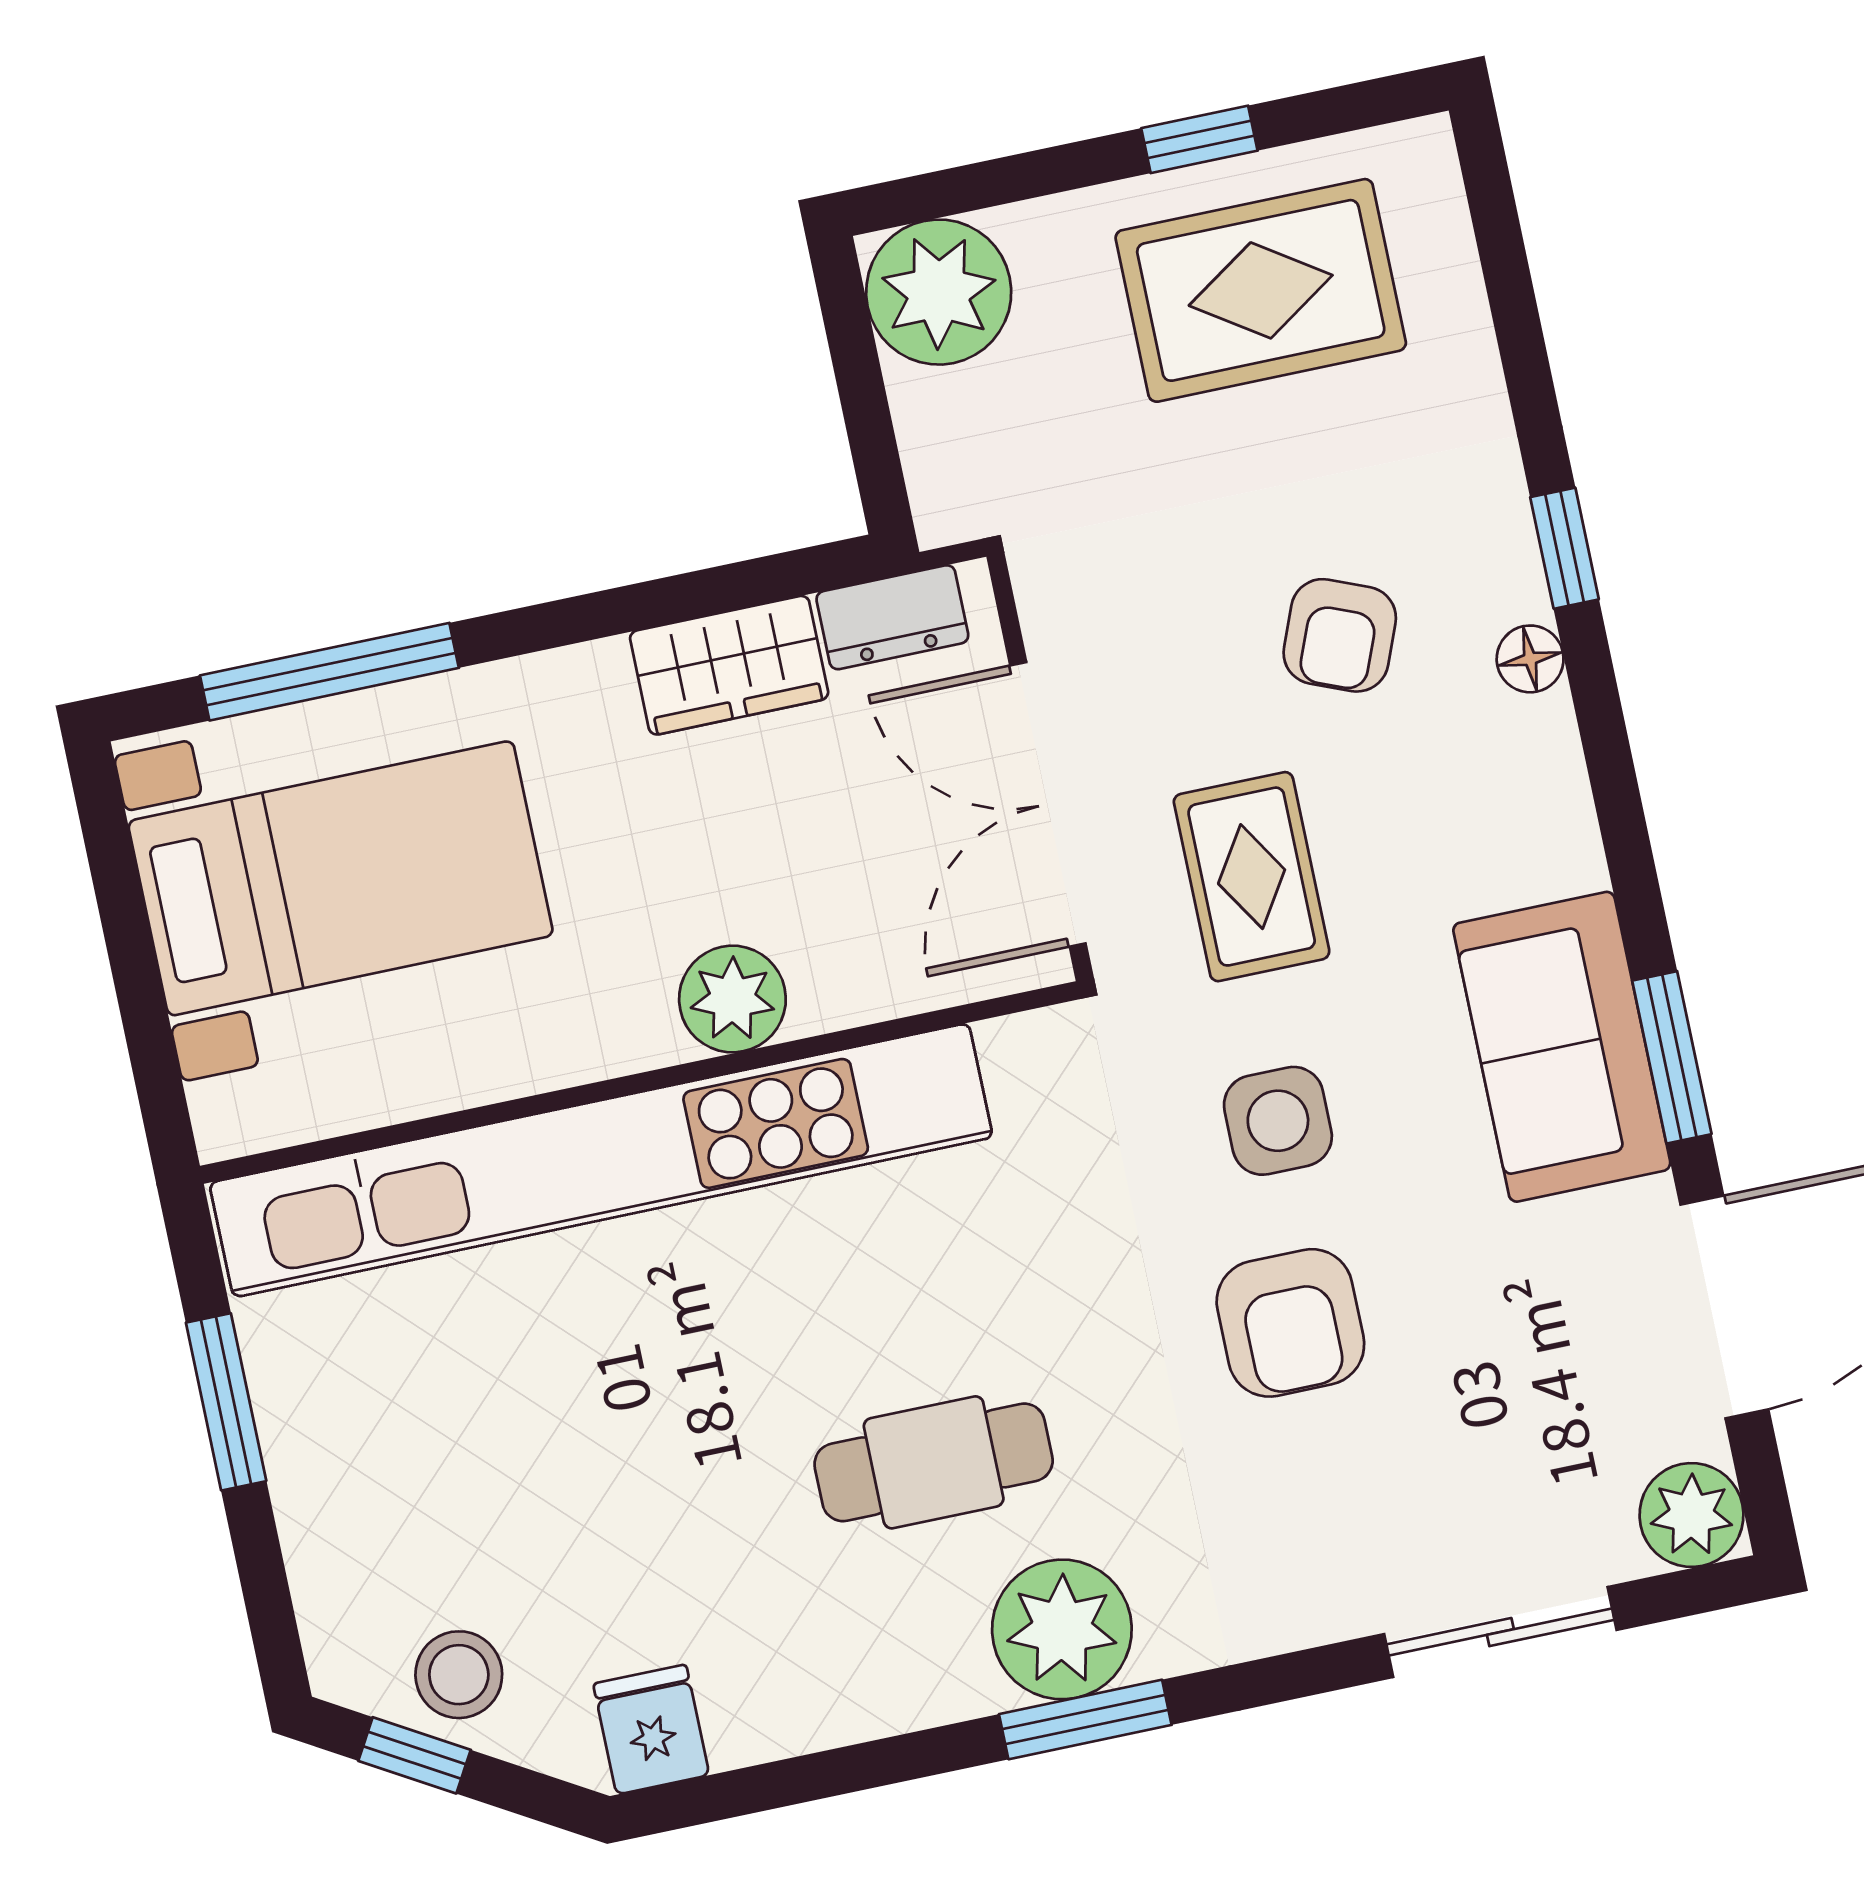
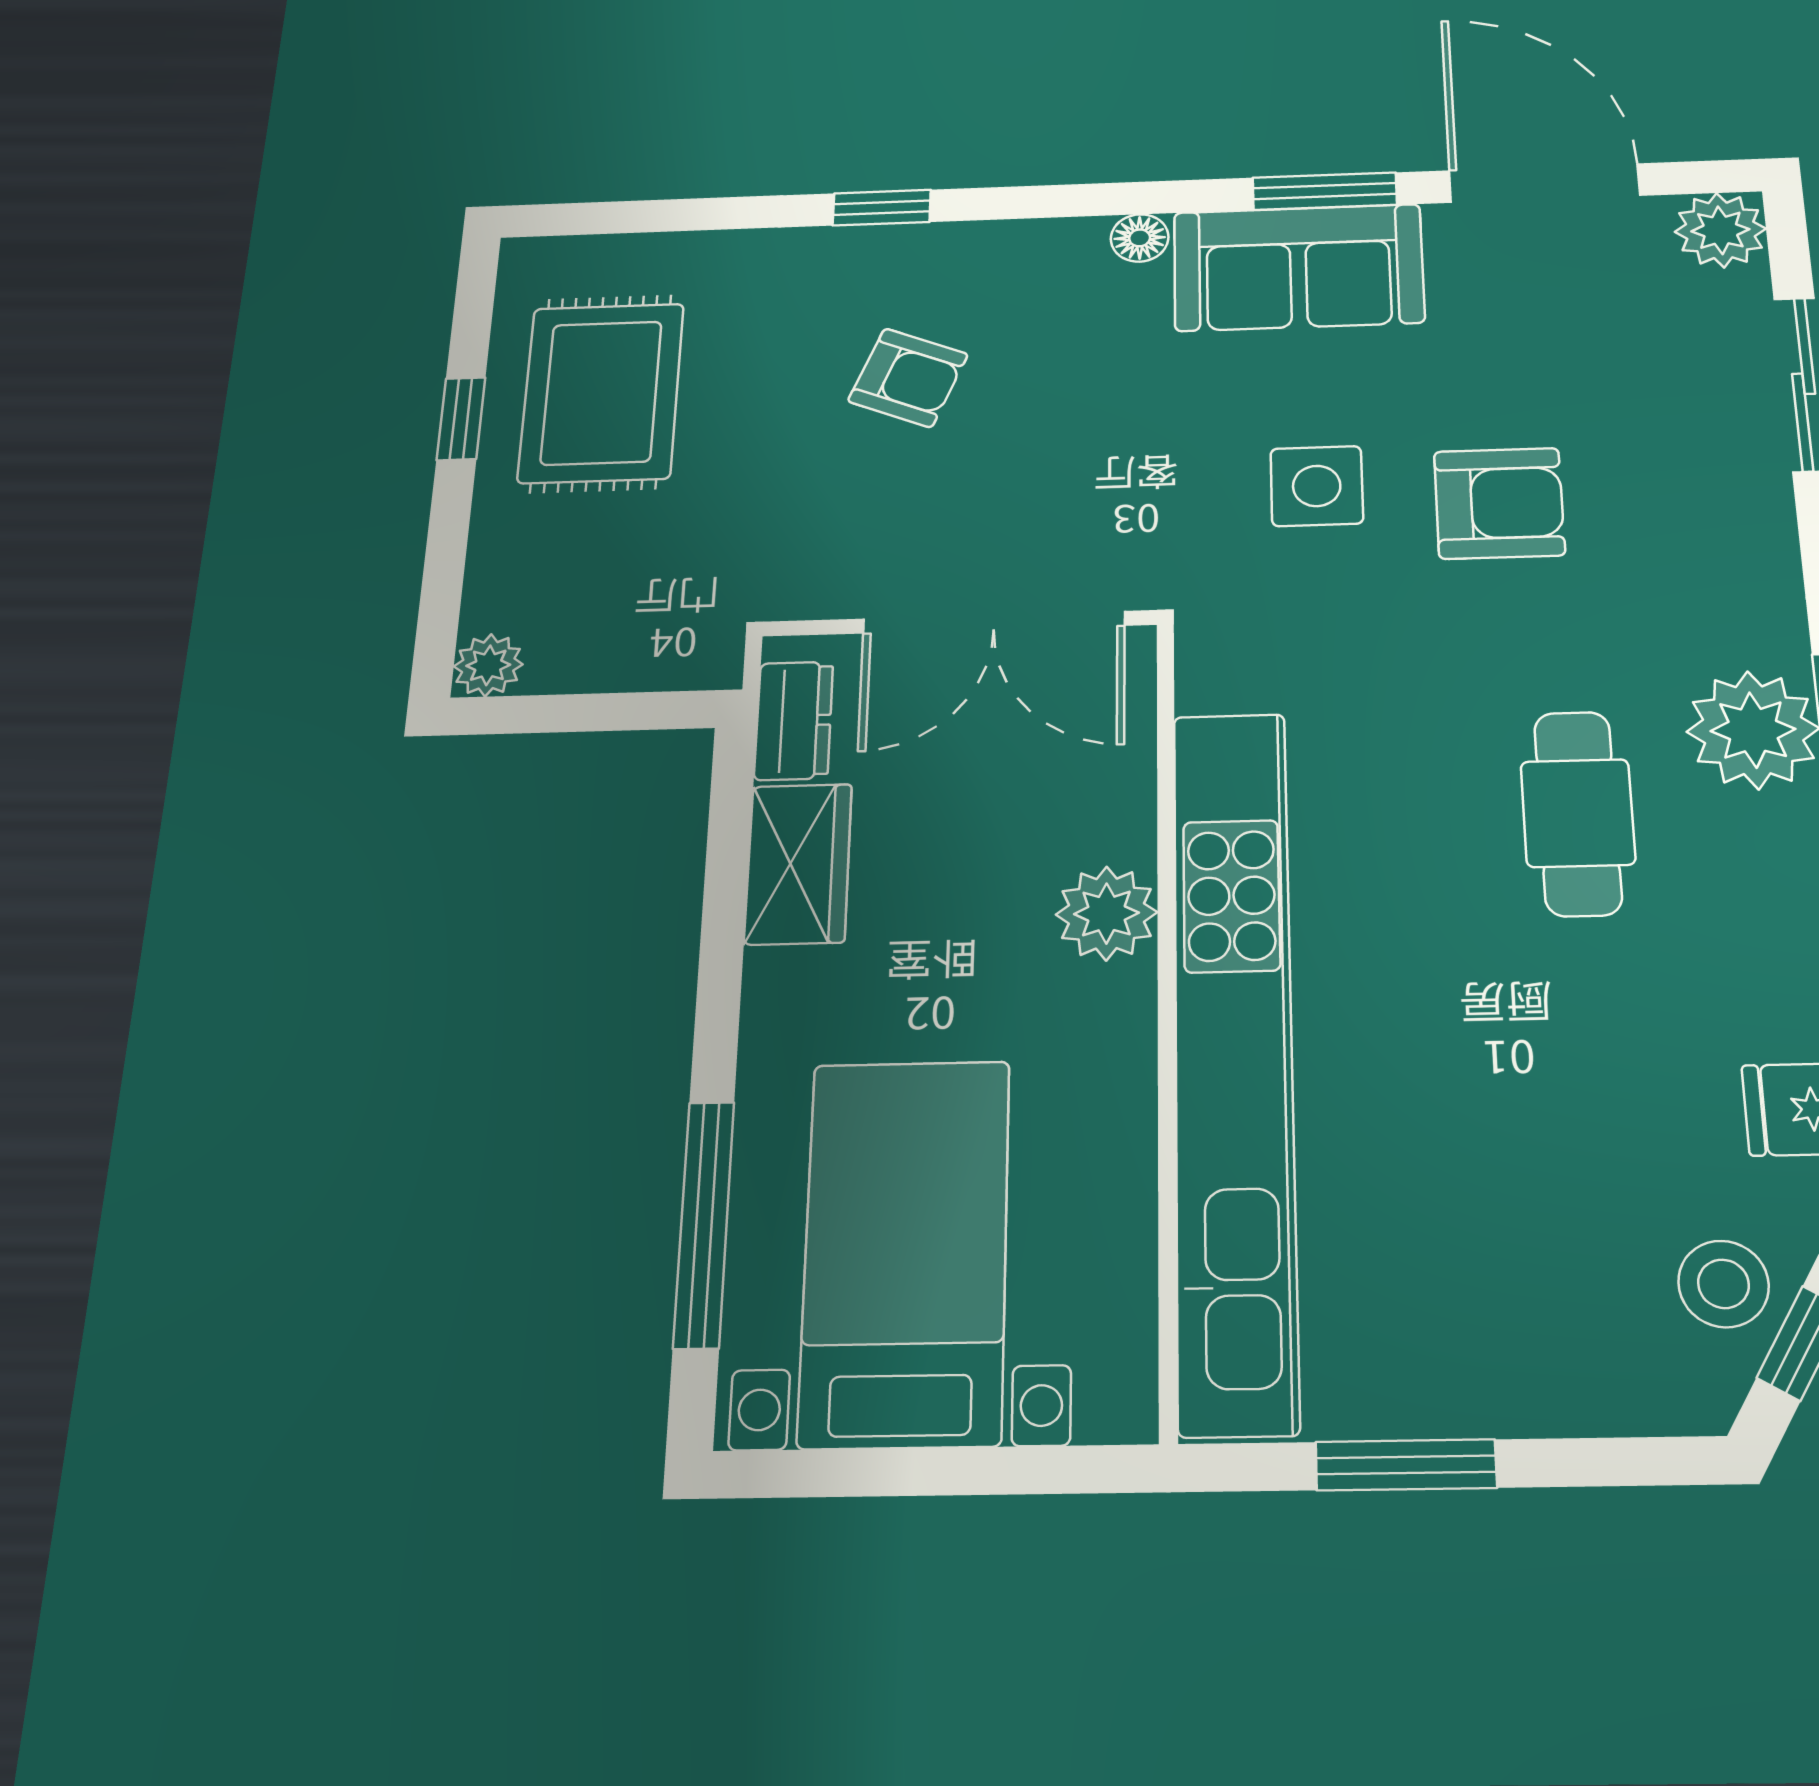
plant: (939, 292) -> (488, 665), width x0.53, depth x0.53
floor lamp: (1530, 659) -> (1140, 238), moved
rug: (1252, 877) -> (1097, 474), removed

